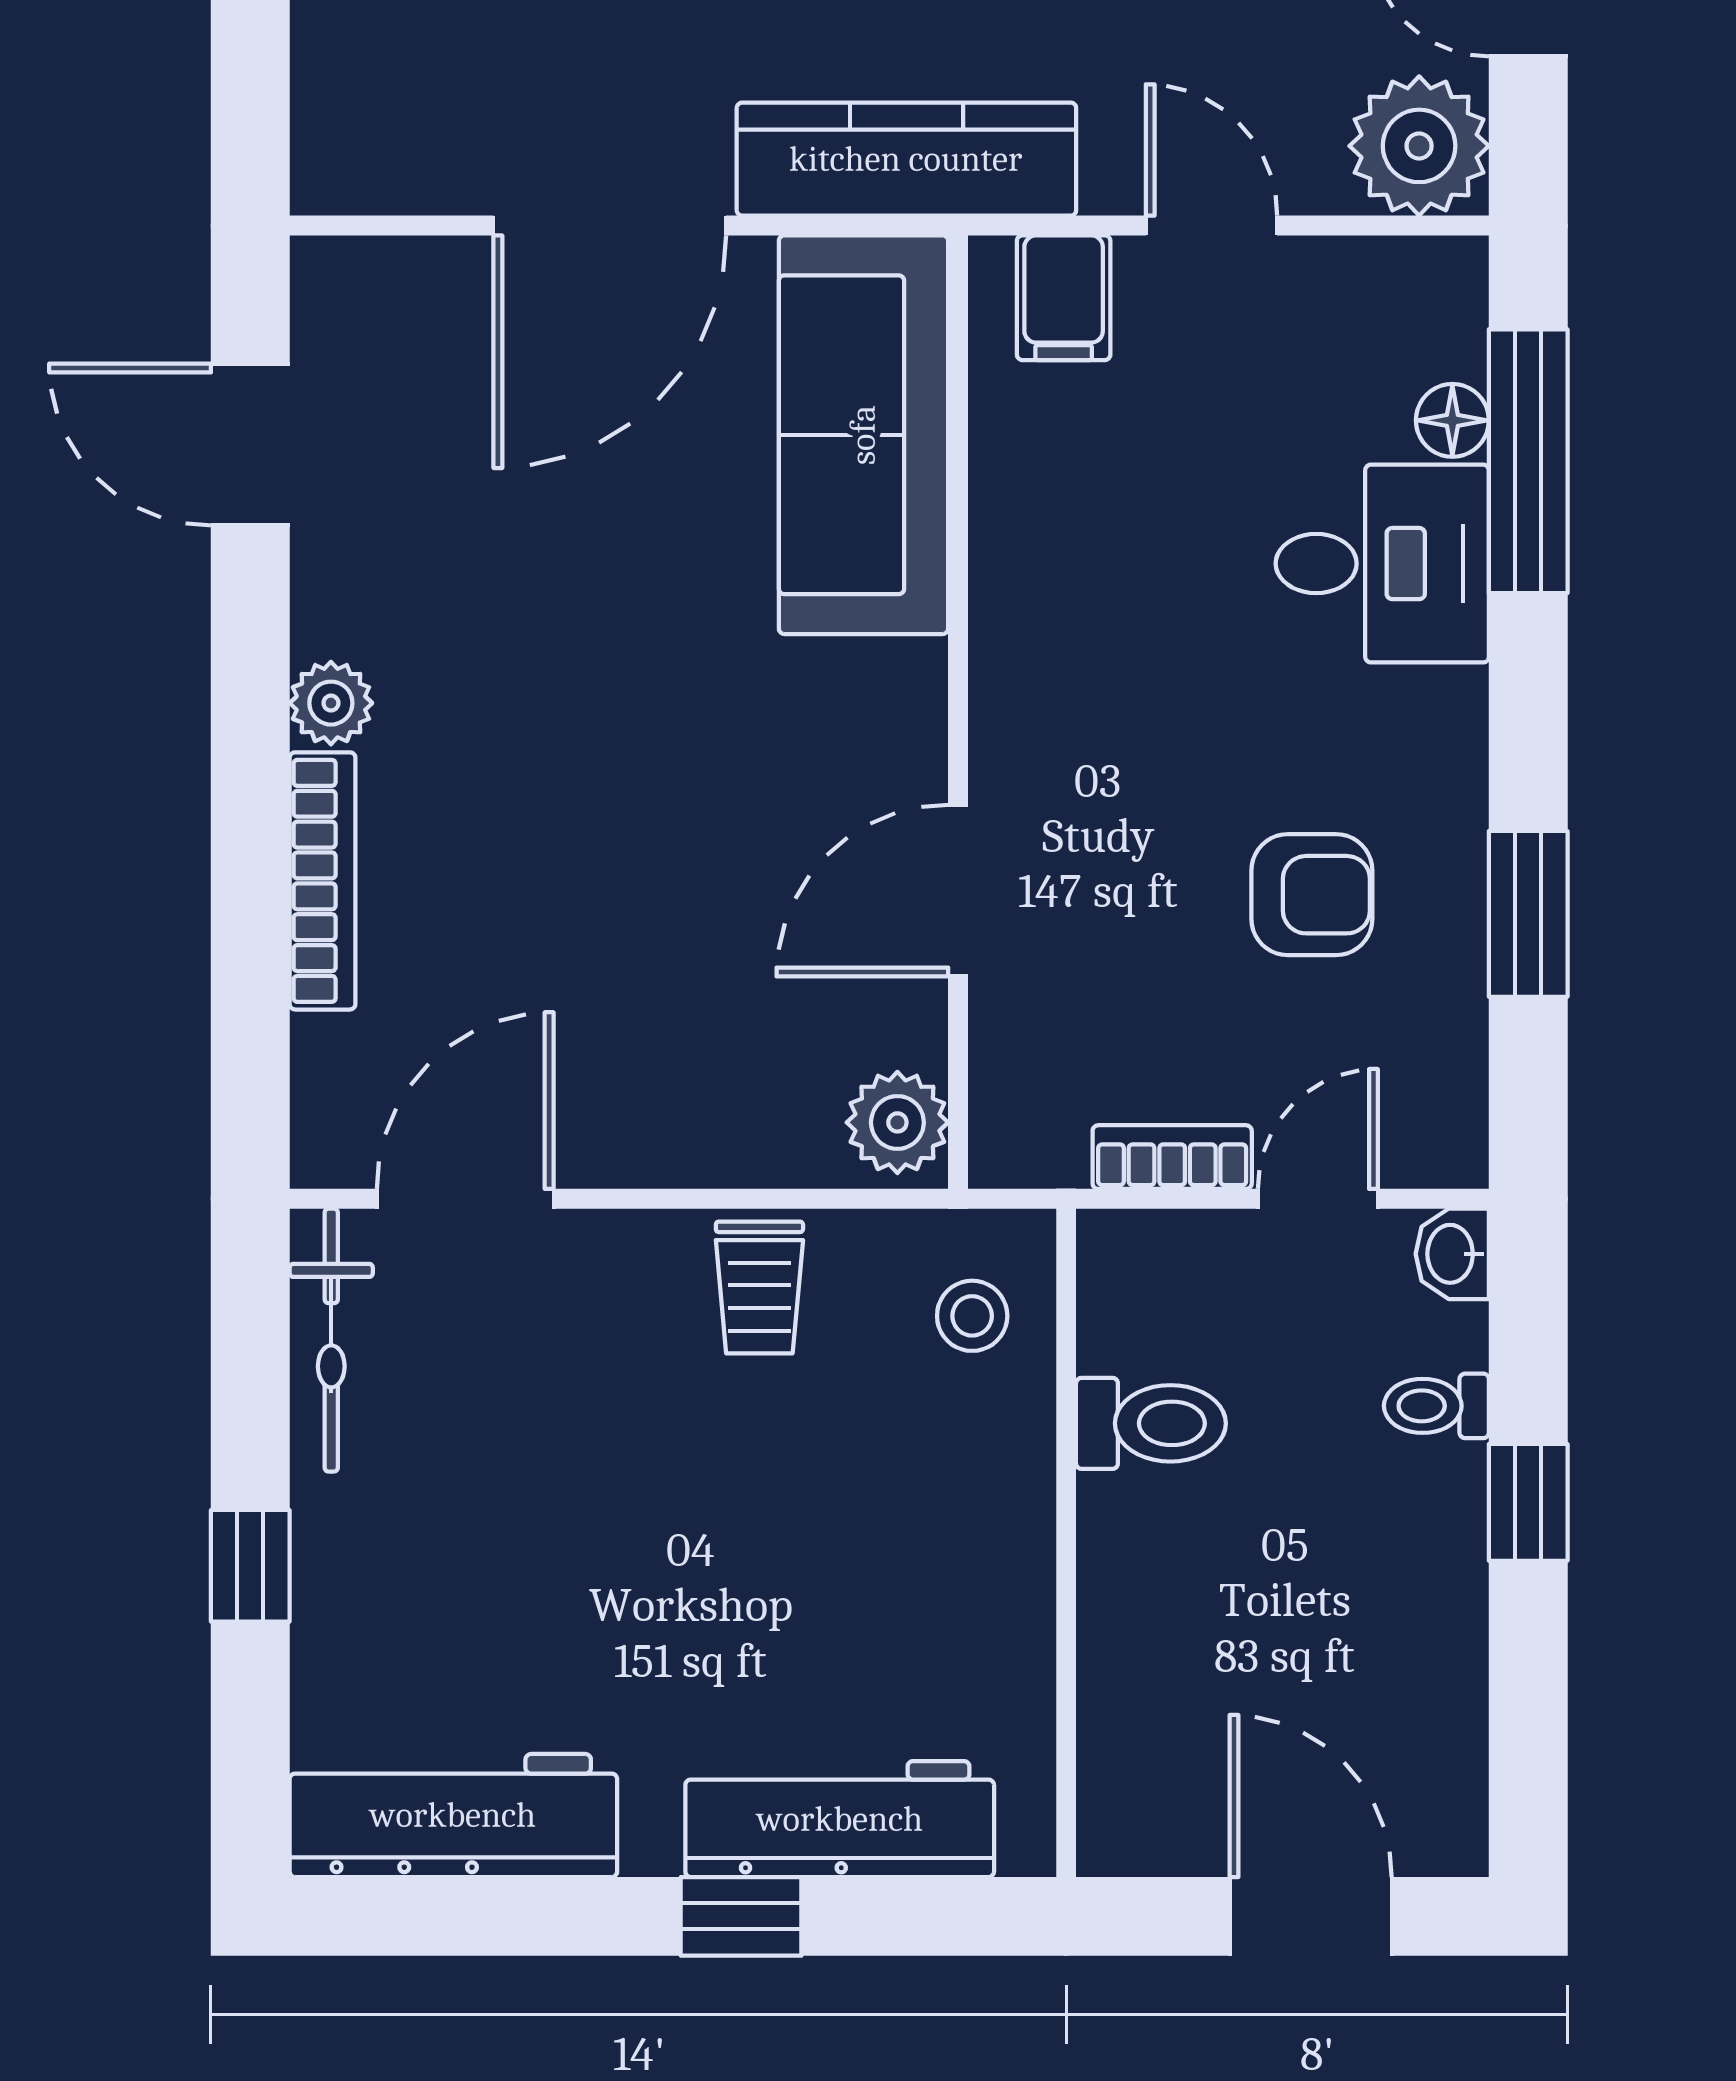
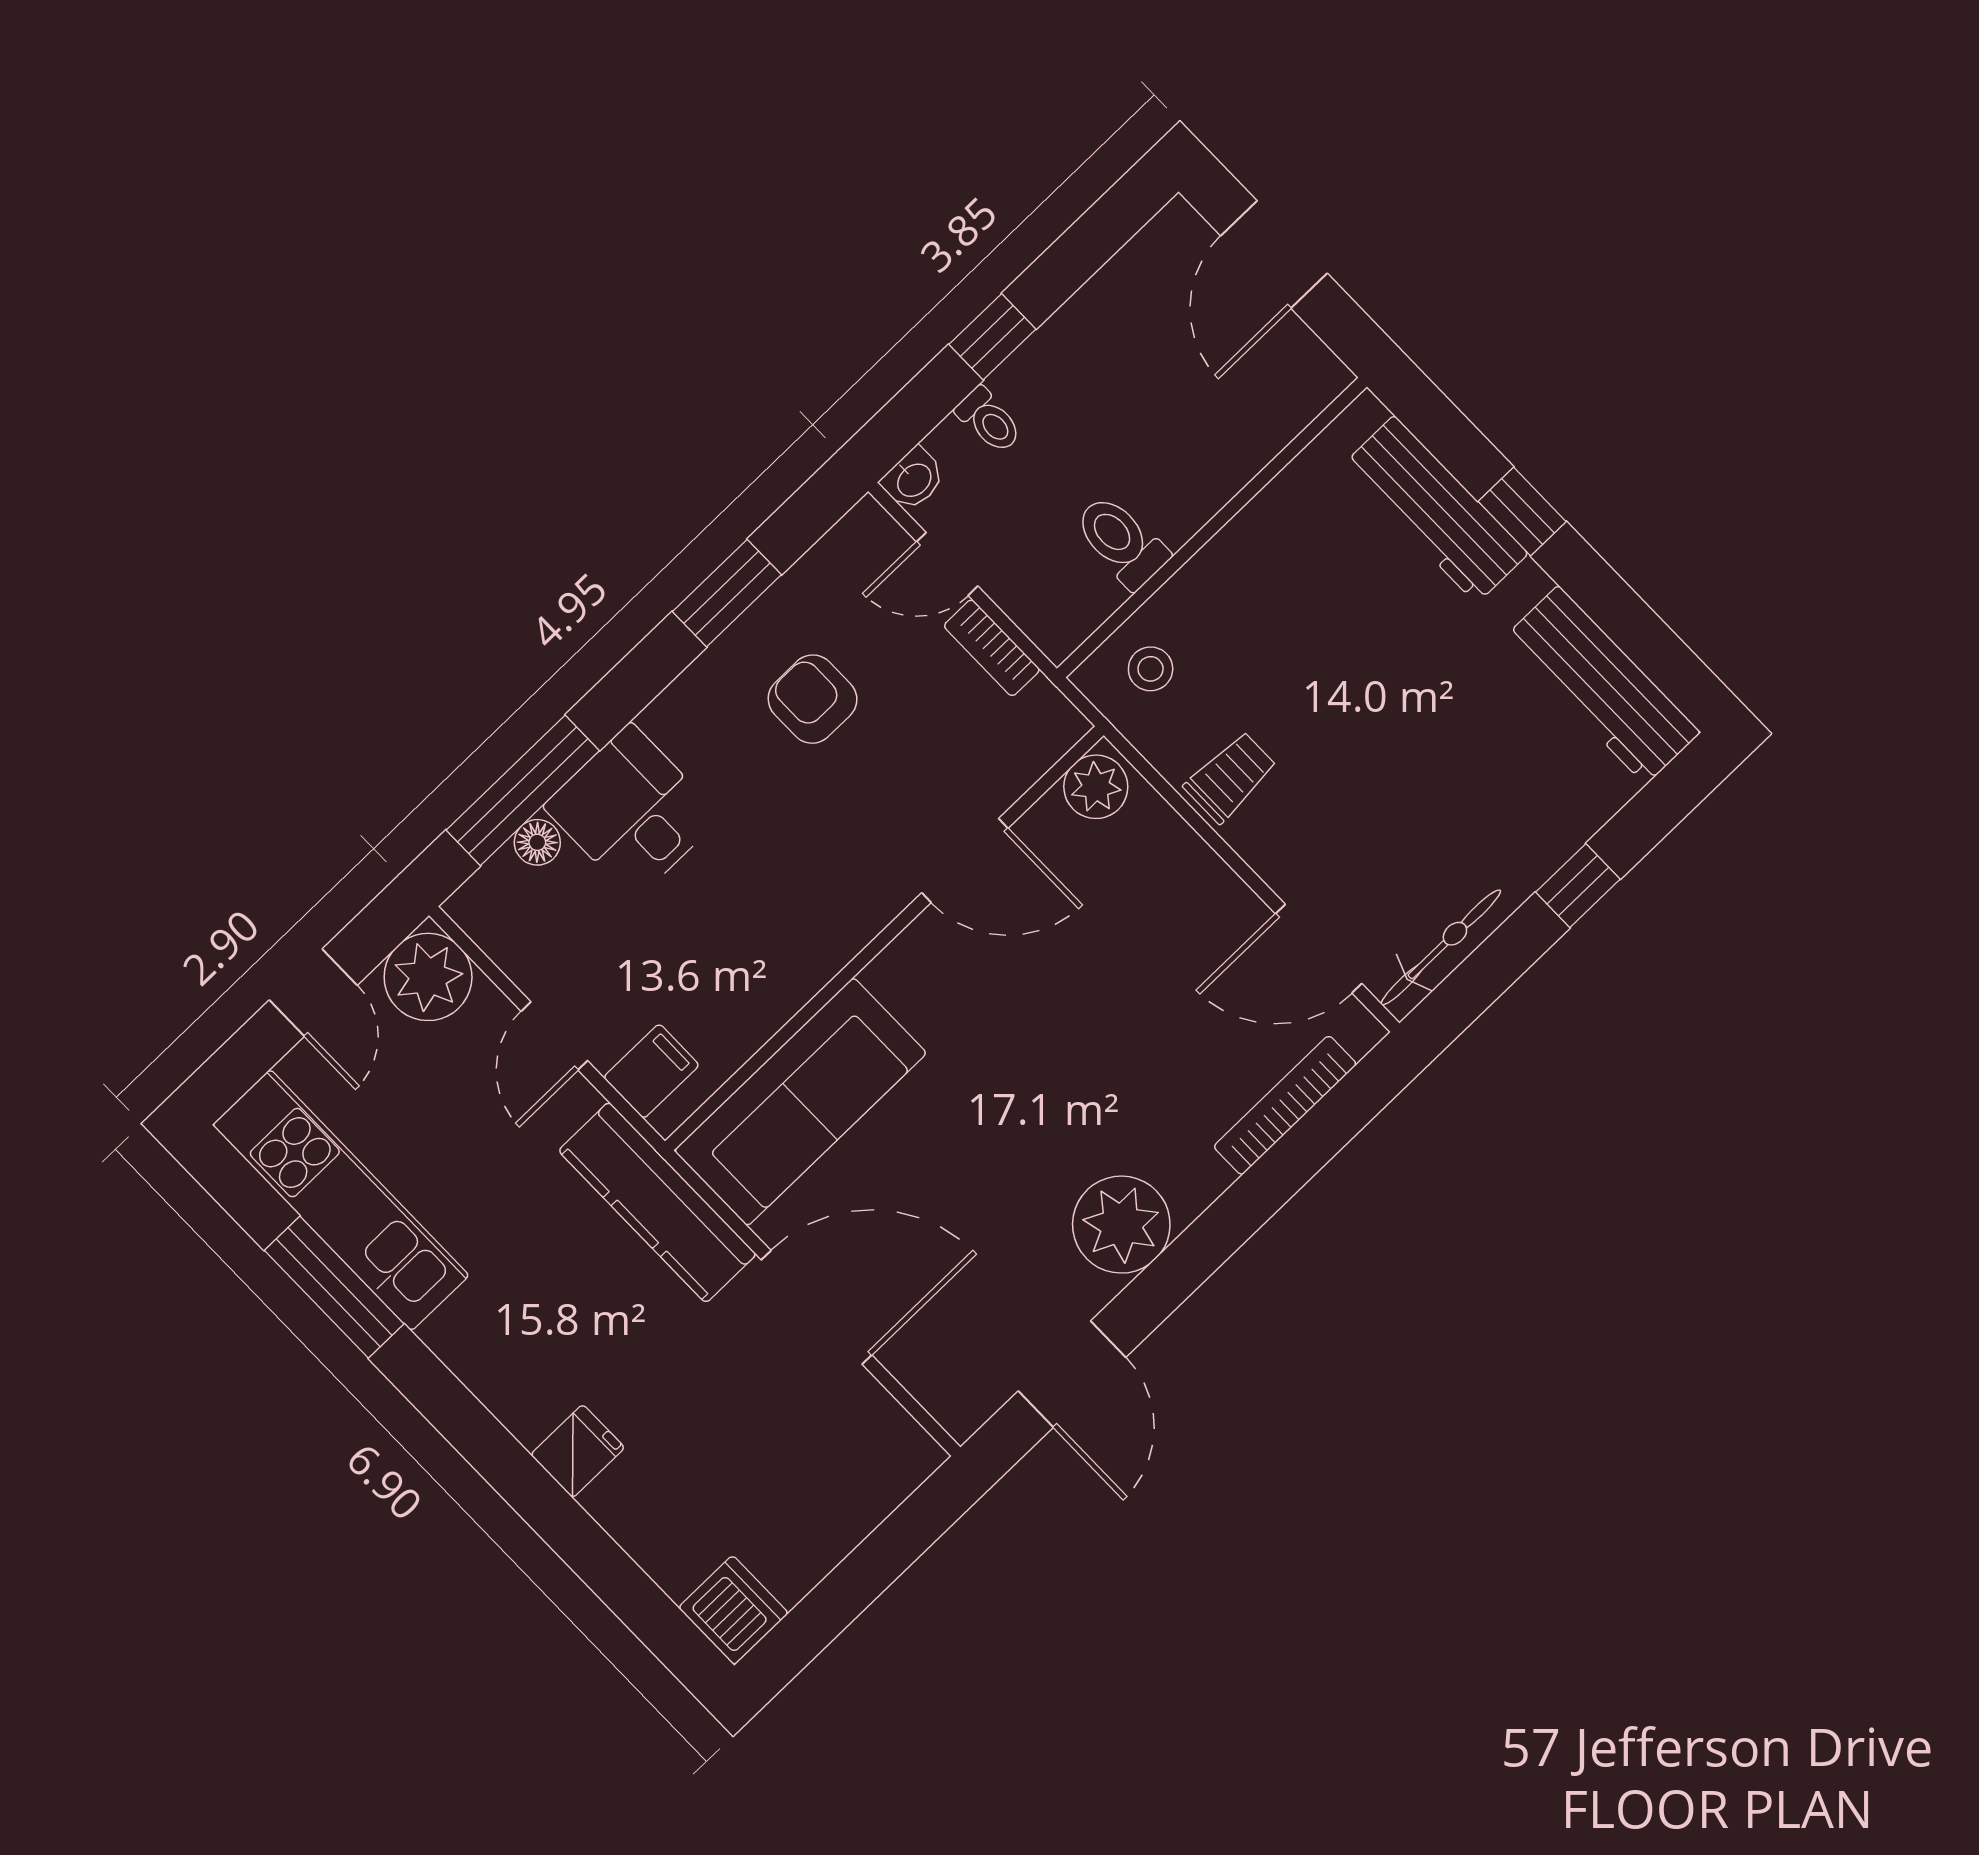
plant: (331, 703) -> (1121, 1225), width x1.87, depth x1.87
bookcase: (323, 881) -> (1285, 1105), moved

